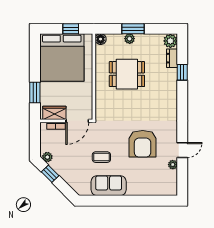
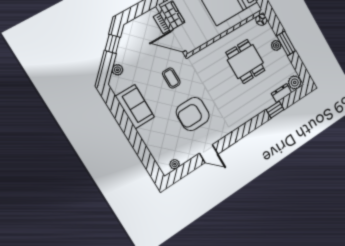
plant: (47, 157) -> (117, 70), moved
coffee table: (101, 157) -> (171, 78), moved
plant: (173, 165) -> (175, 164), moved

